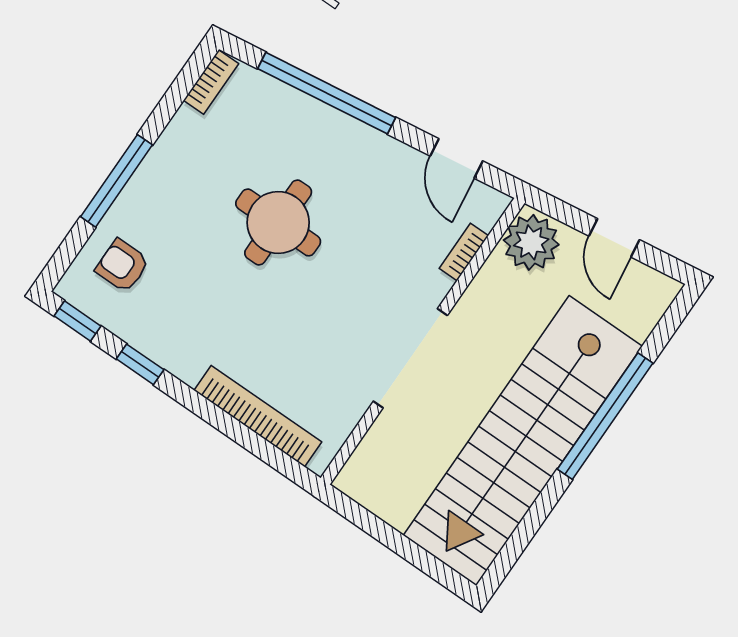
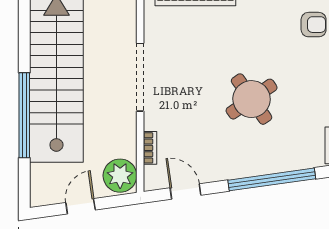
round table: (278, 222) -> (252, 99), turned -35
door: (614, 238) -> (81, 206), hinge flipped

